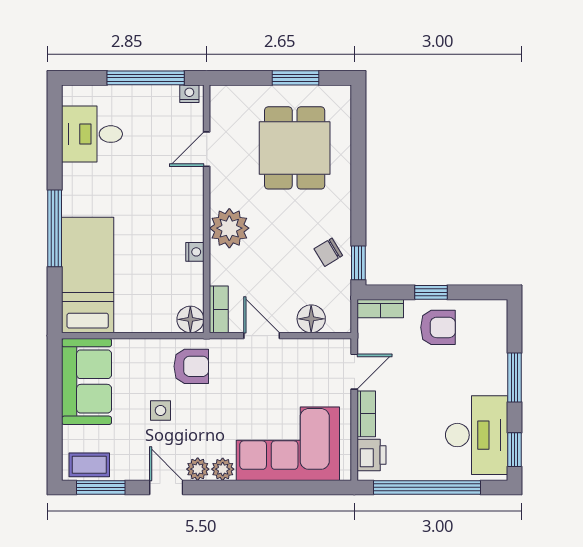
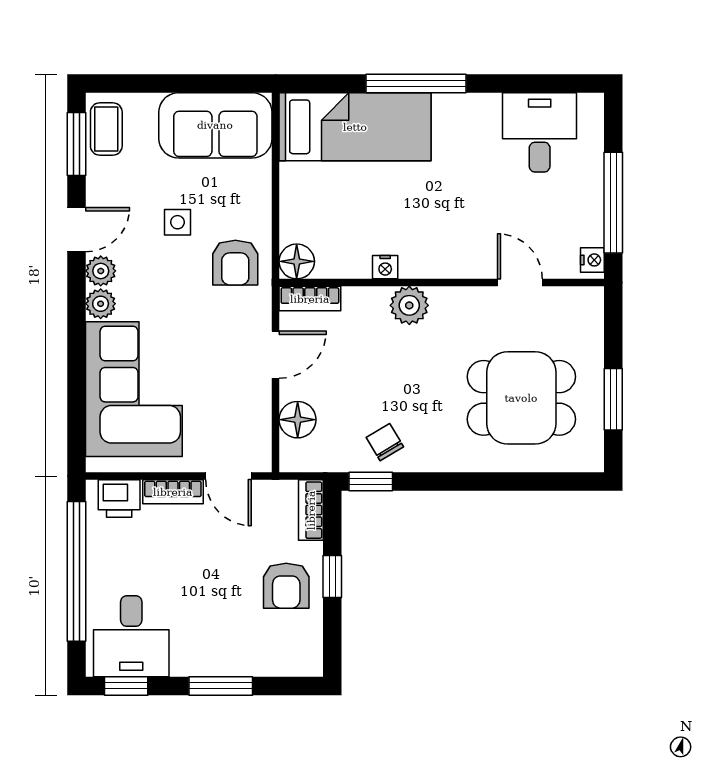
plant: (229, 228) -> (409, 305), width x0.73, depth x0.73
desk: (477, 435) -> (131, 636), width x0.73

